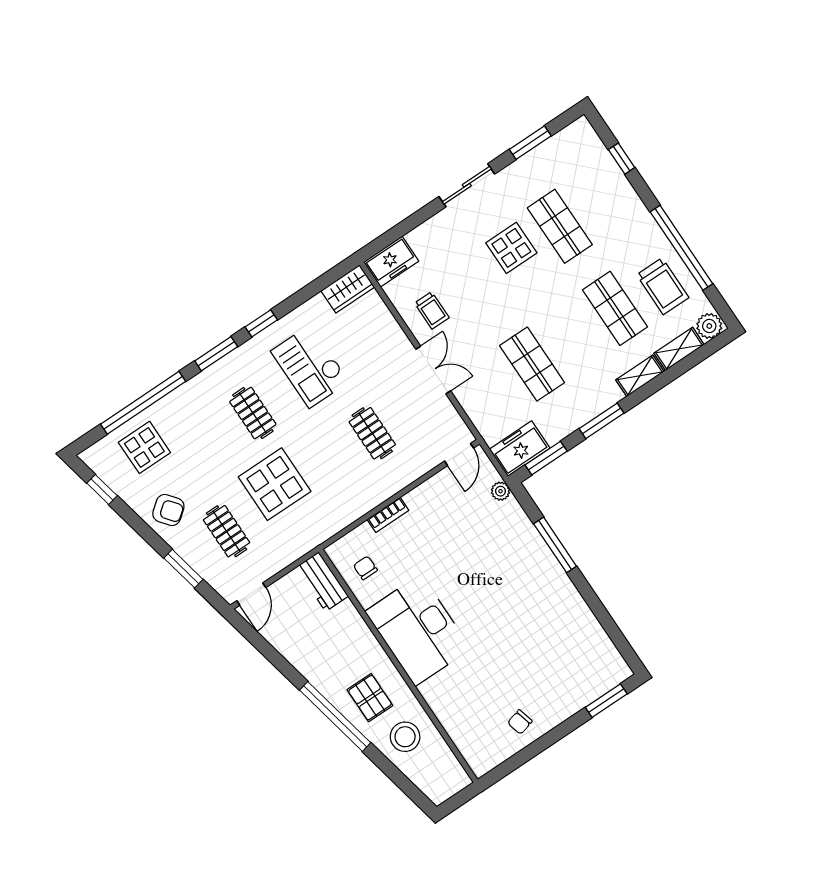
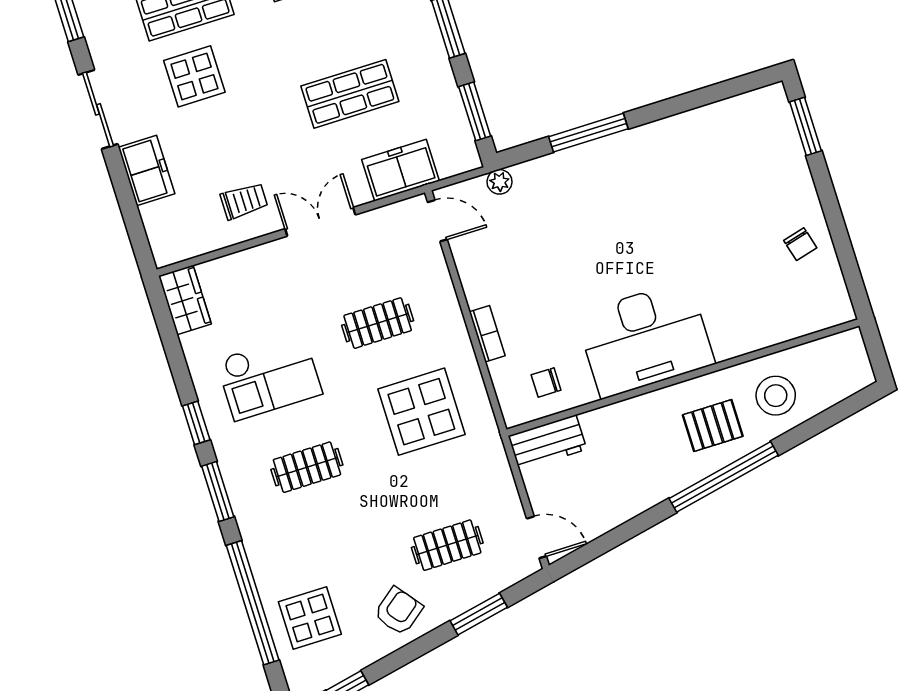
freezer: (391, 262) -> (146, 171), moved
freezer: (520, 449) -> (401, 170), moved, turned 90
display table: (275, 484) -> (421, 412), moved

